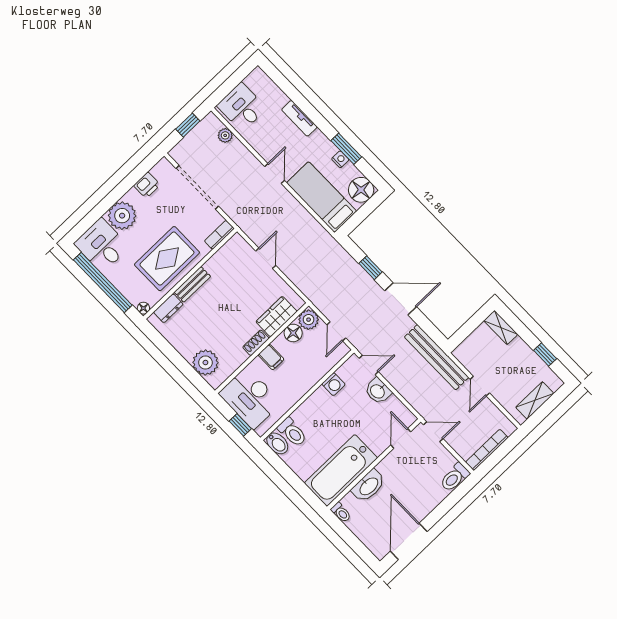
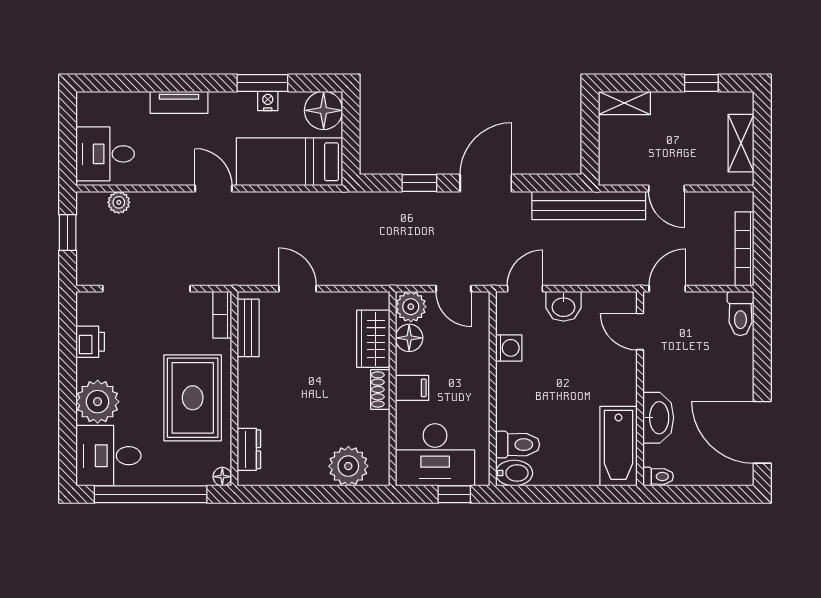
bench: (192, 284) -> (248, 328), moved
bathtub: (341, 470) -> (618, 446), width x0.73, depth x0.73

